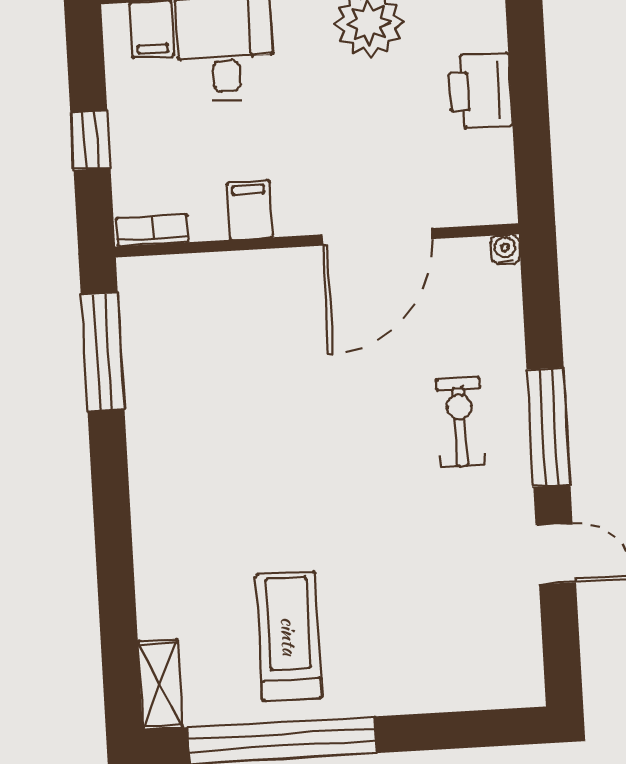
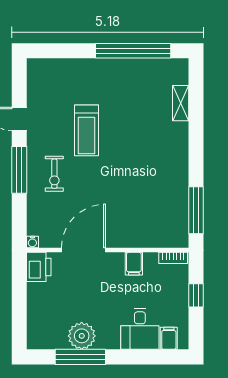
printer: (480, 91) -> (39, 267), moved
treadmill: (289, 636) -> (86, 130), moved
shelving: (160, 685) -> (181, 103), moved

